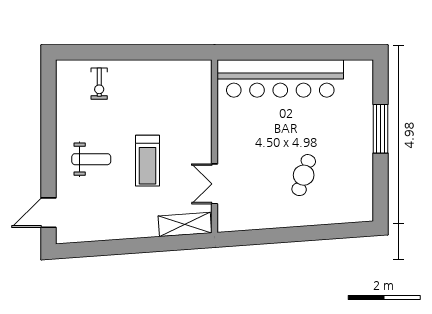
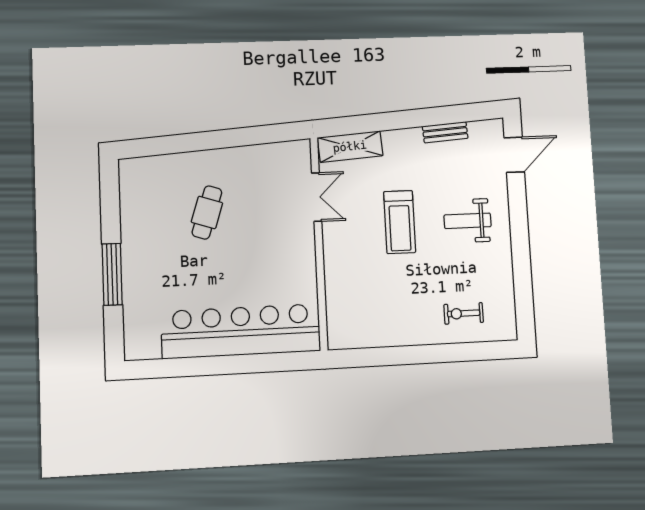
exercise bike: (99, 84) -> (464, 313), turned -90
treadmill: (148, 161) -> (400, 222), turned 180
bench: (105, 234) -> (445, 132), added

